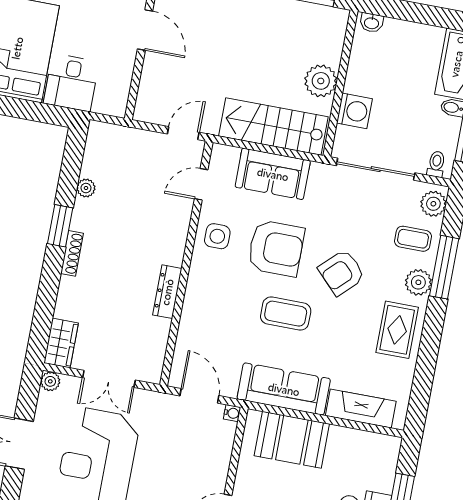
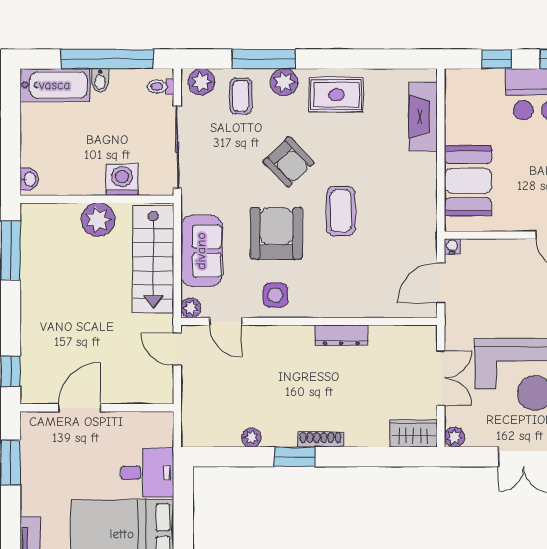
plant: (220, 153) -> (191, 308), added
sofa: (284, 389) -> (418, 199), removed

